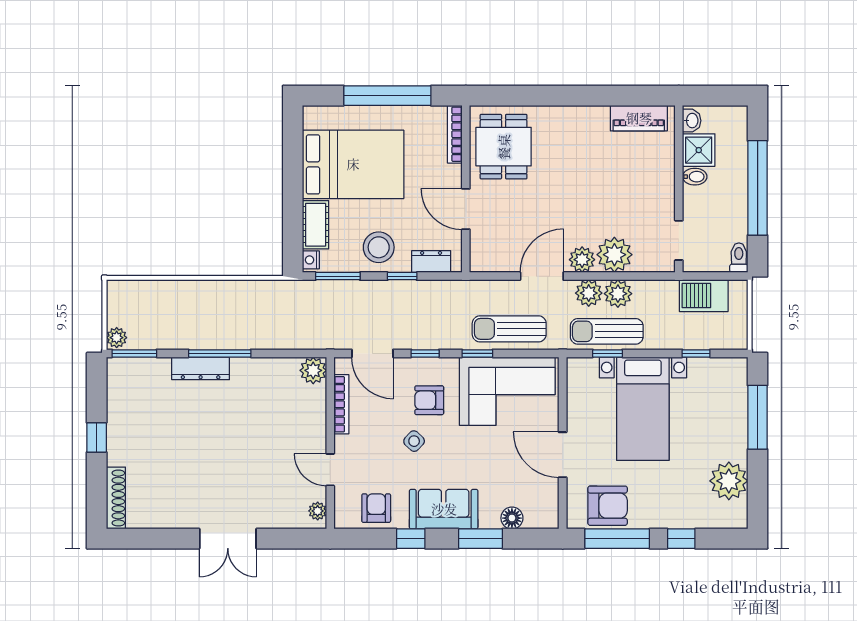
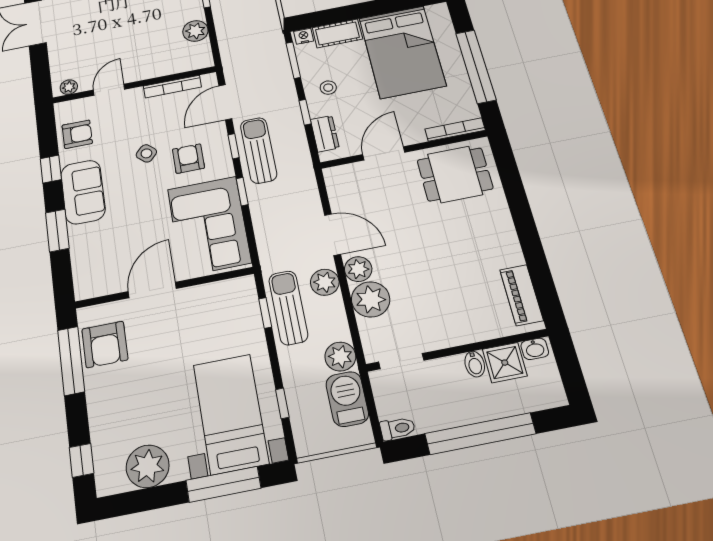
stool: (379, 247) -> (328, 88), width x0.53, depth x0.53
plant: (618, 294) -> (340, 357), moved
sun lounger: (509, 329) -> (259, 150), moved
plant: (313, 370) -> (195, 31), moved
bed with nightstands: (643, 409) -> (231, 414), moved, turned 90
floor lamp: (512, 518) -> (81, 255), removed
window: (681, 539) -> (82, 460), moved

